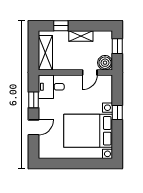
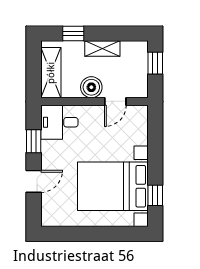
boiler: (105, 63) -> (91, 87), moved
window: (117, 113) -> (155, 195), moved

